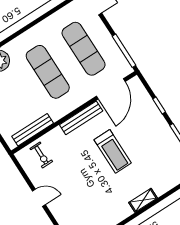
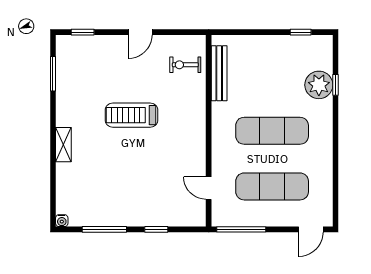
door: (111, 89) -> (209, 188), width x0.53
bench: (81, 118) -> (198, 135), removed
treadmill: (113, 151) -> (131, 115), moved

